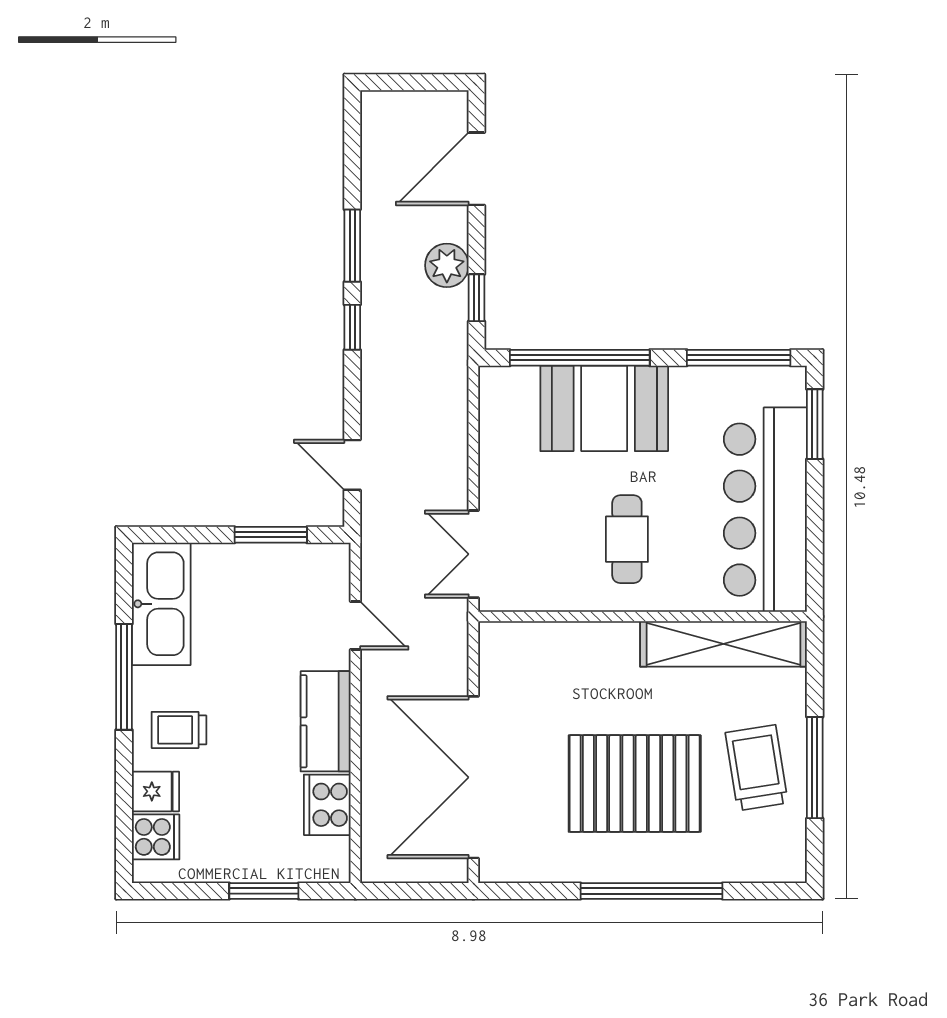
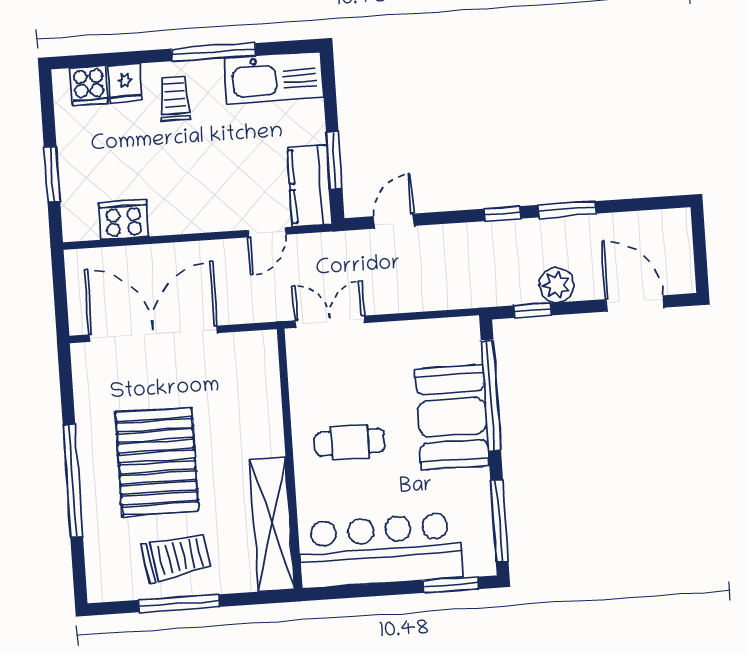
kitchen counter: (326, 721) -> (310, 186), moved, turned -90

